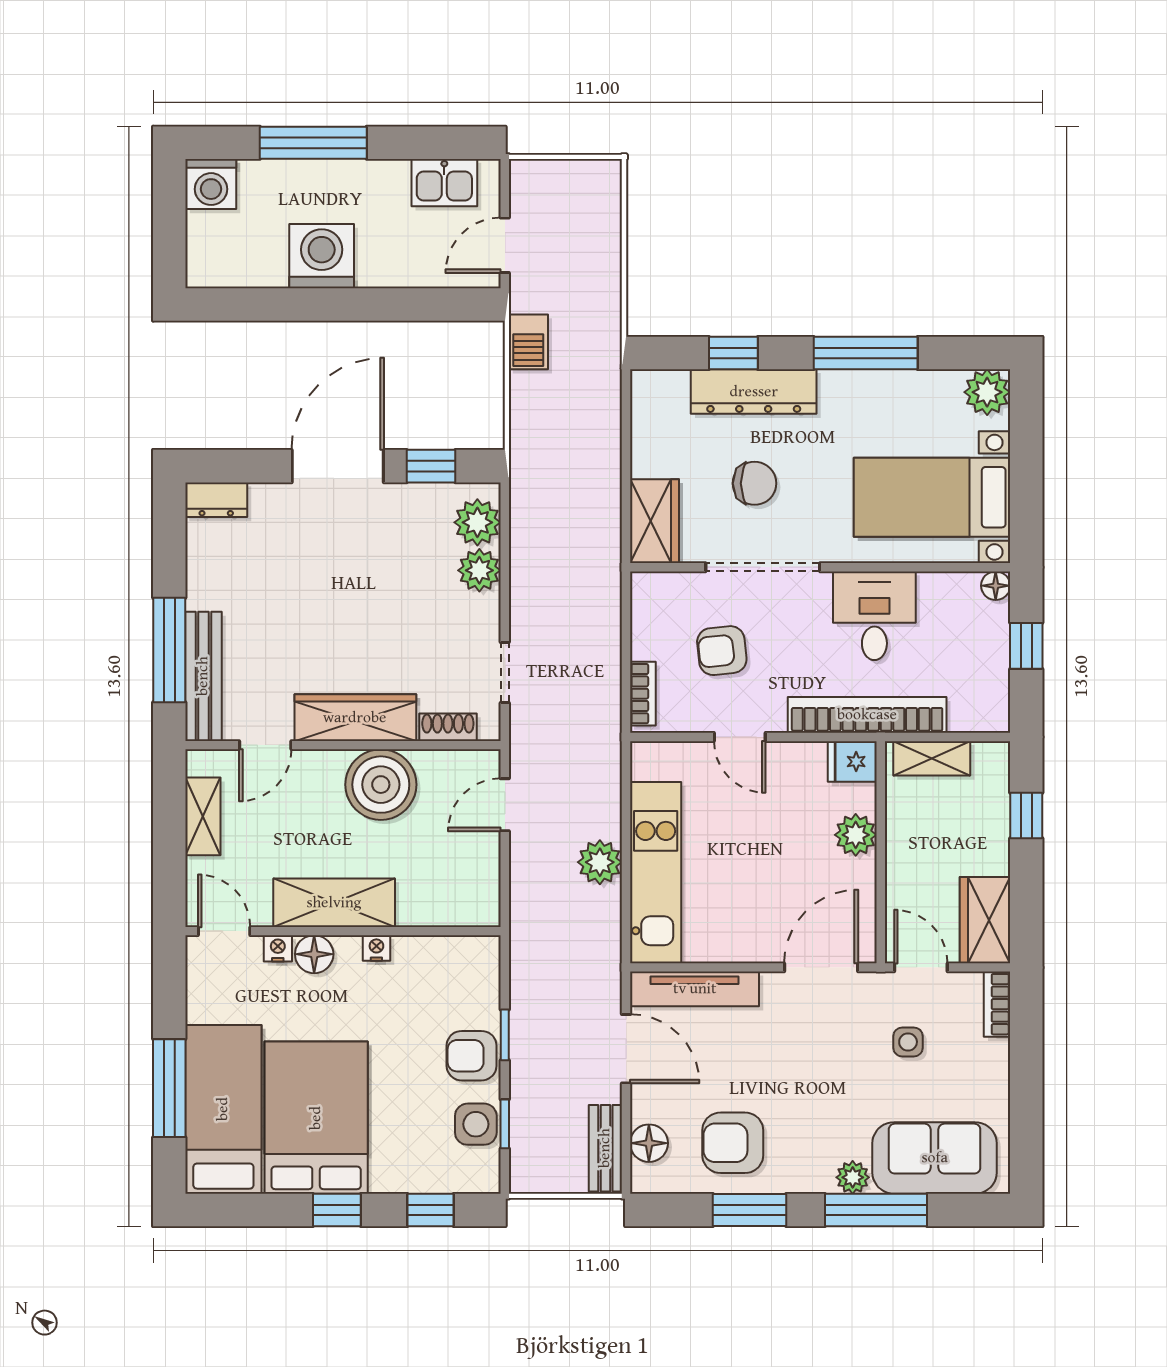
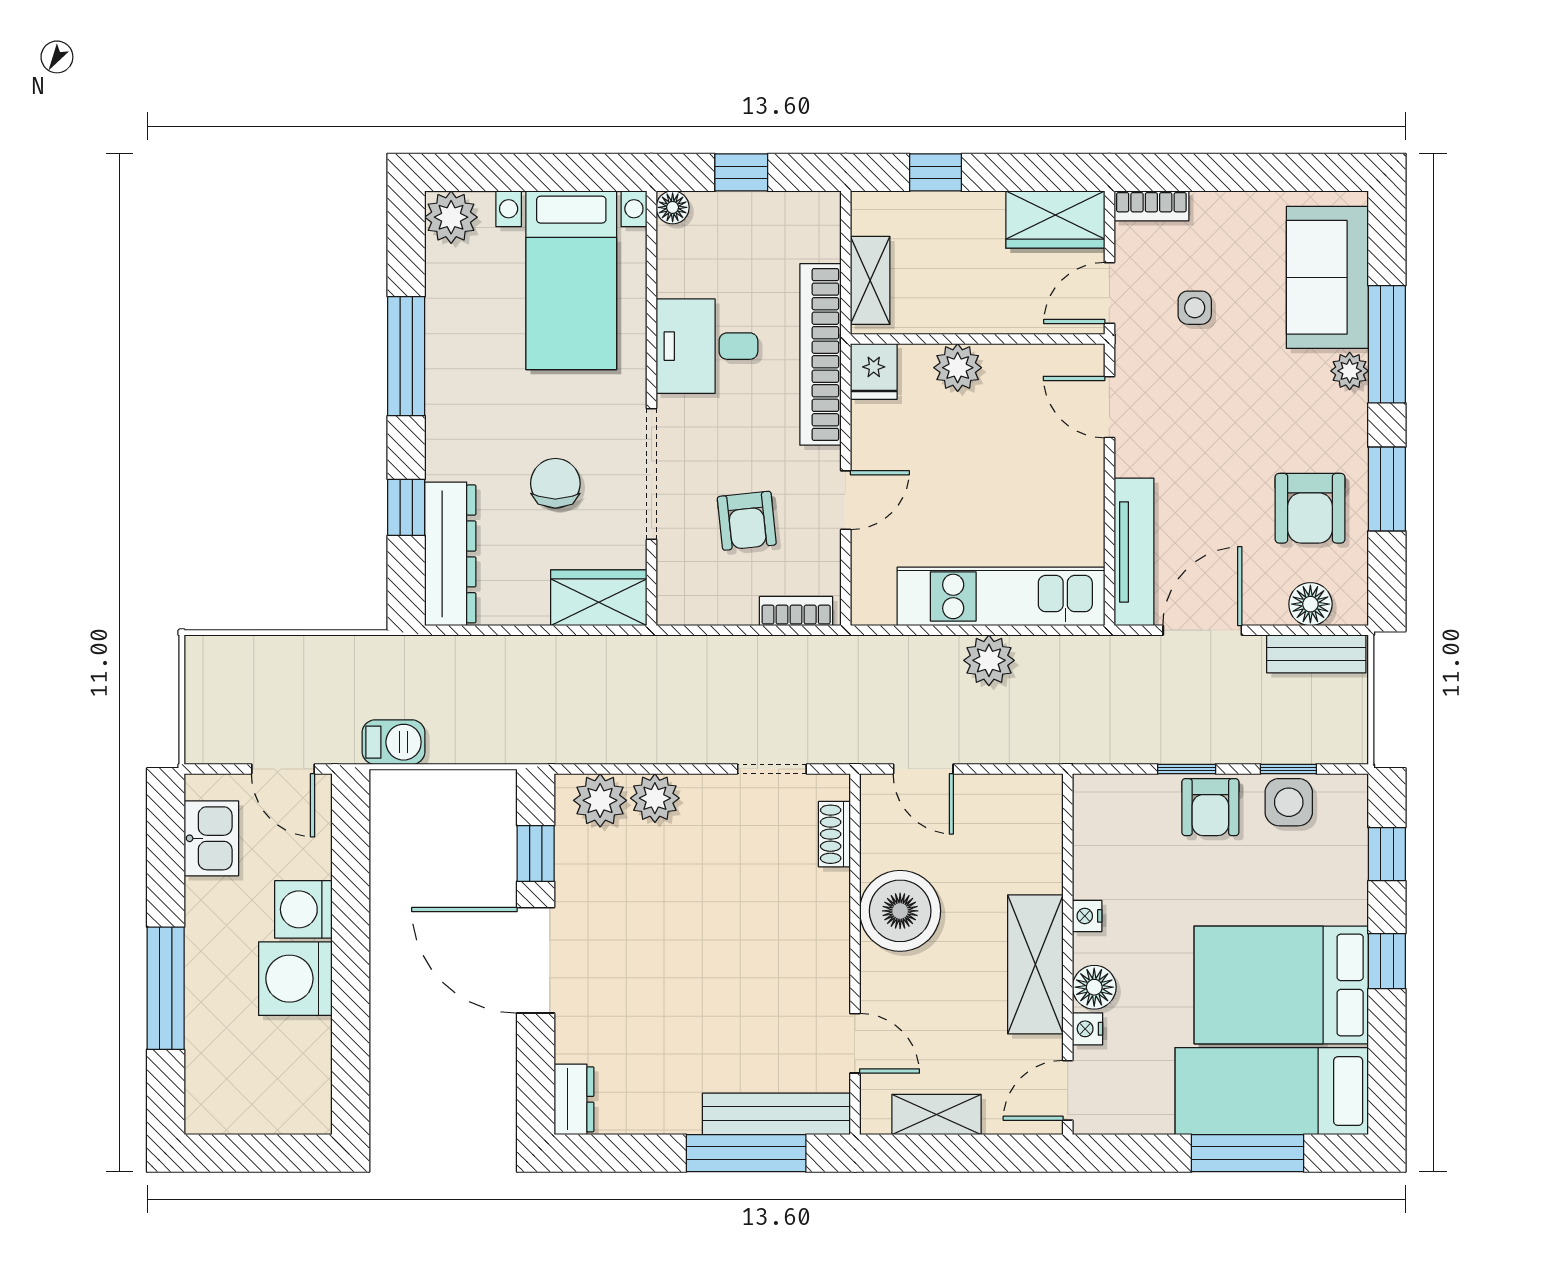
washing machine: (211, 184) -> (303, 909), moved, turned 180
dresser: (754, 392) -> (450, 554), moved
wardrobe: (355, 718) -> (823, 940), removed
door: (821, 967) -> (1109, 407), width x0.73

